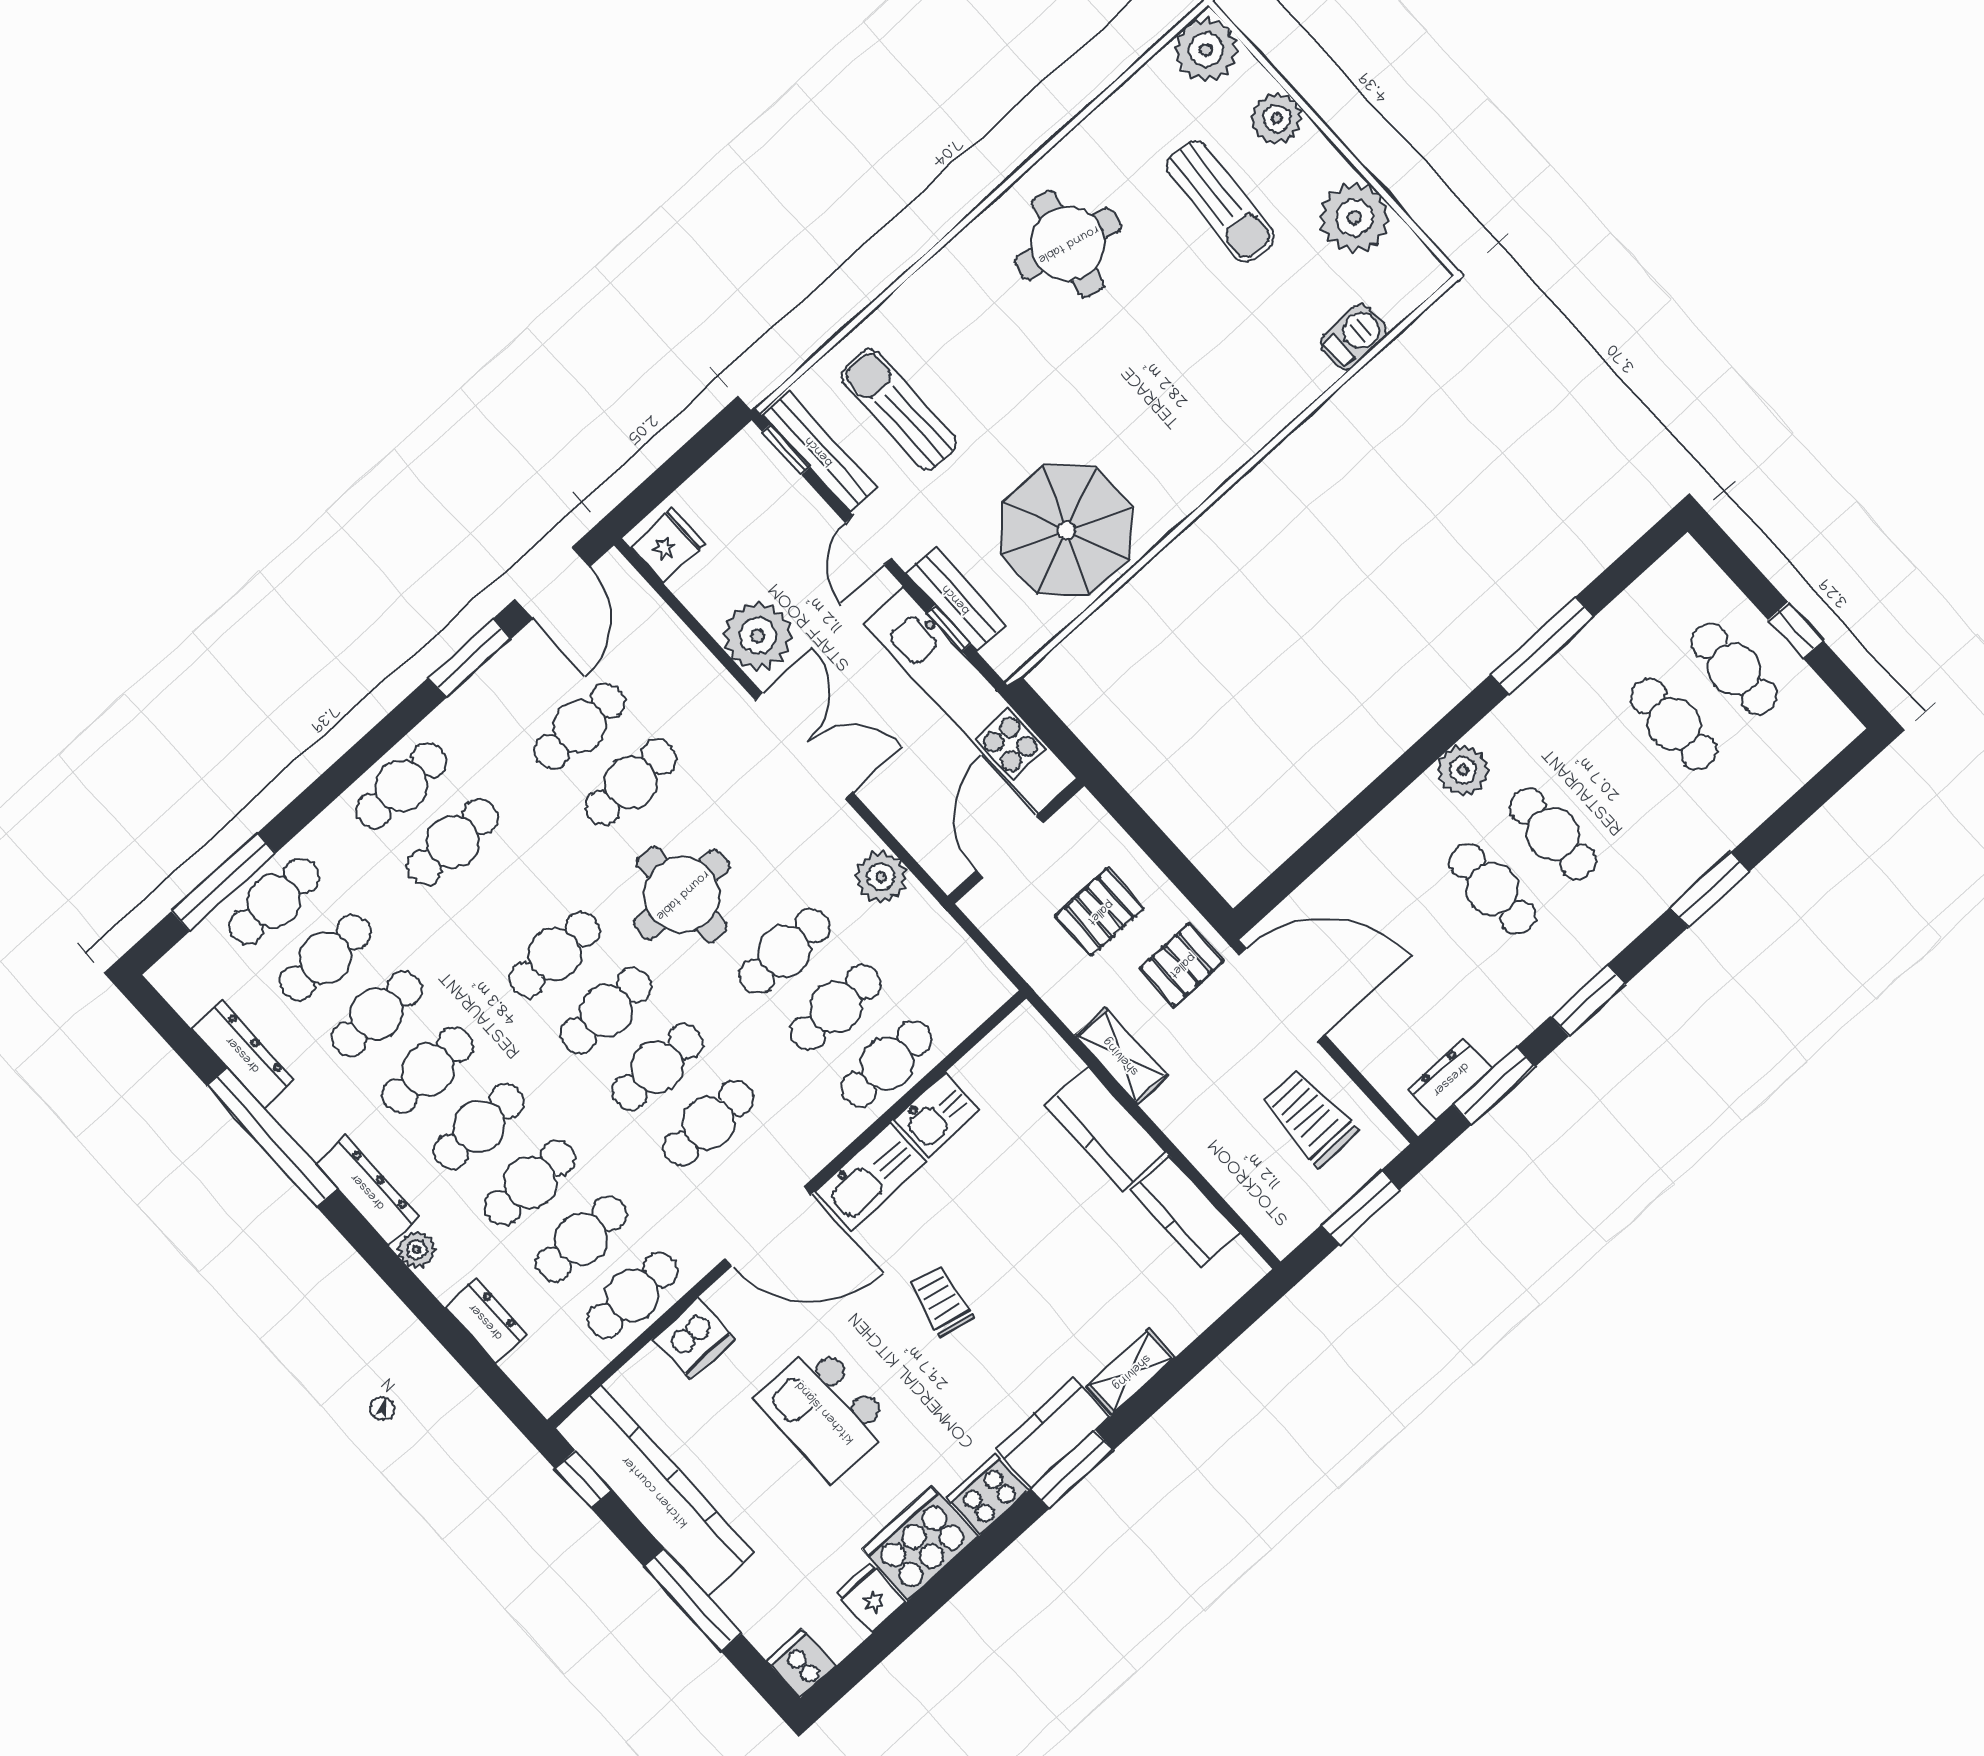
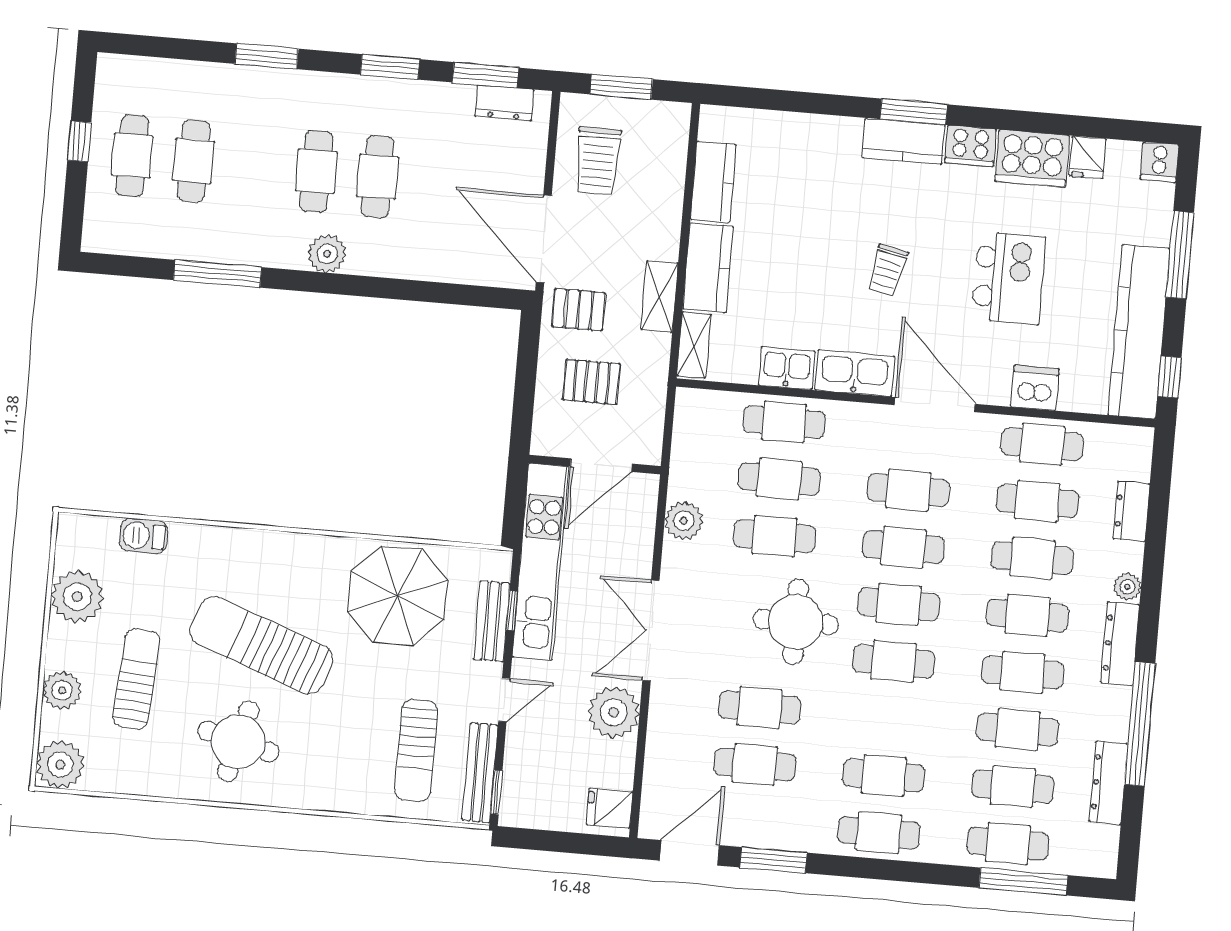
sun lounger: (1141, 353) -> (261, 645), added
shelving: (1131, 1372) -> (694, 345), moved, turned 90

